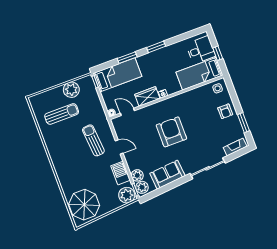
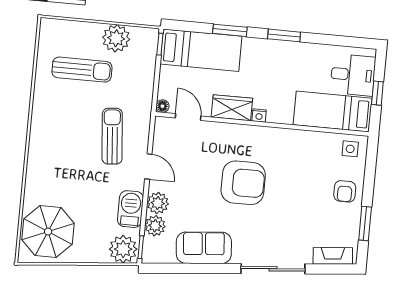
armchair: (171, 132) -> (243, 183), turned 90
plant: (142, 187) -> (158, 203), moved

